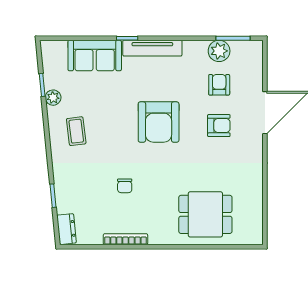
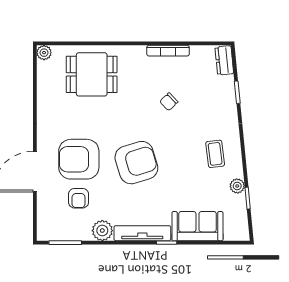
plant: (219, 51) -> (102, 231), moved
armchair: (159, 122) -> (136, 163), turned 73
armchair: (219, 126) -> (79, 159), width x1.88, depth x1.88
chair: (125, 186) -> (169, 102), turned -134
plant: (255, 237) -> (44, 53), added

